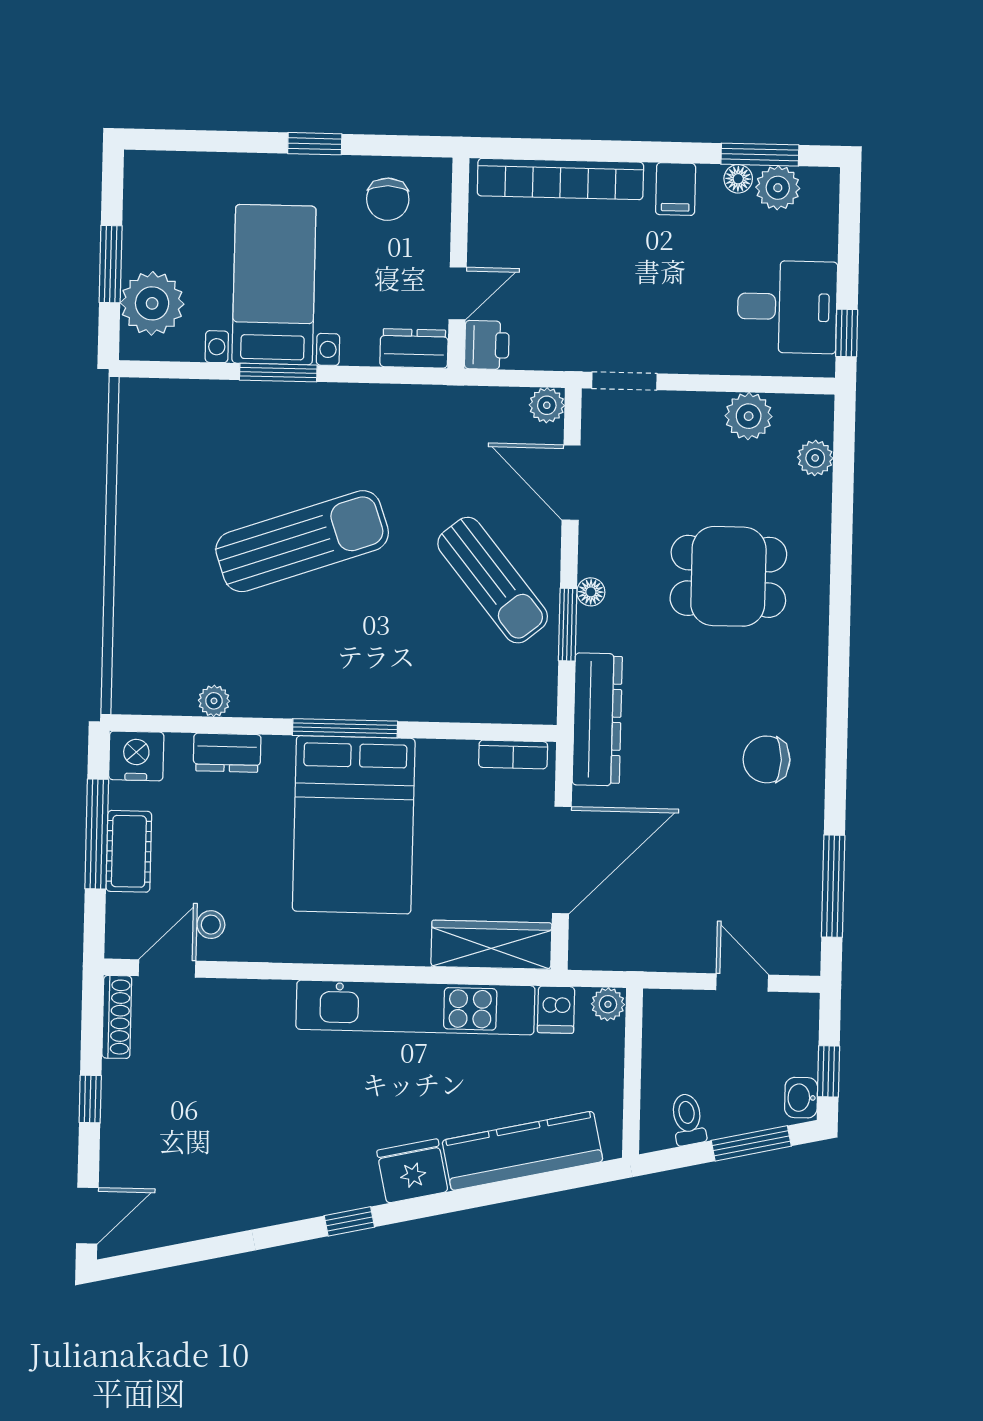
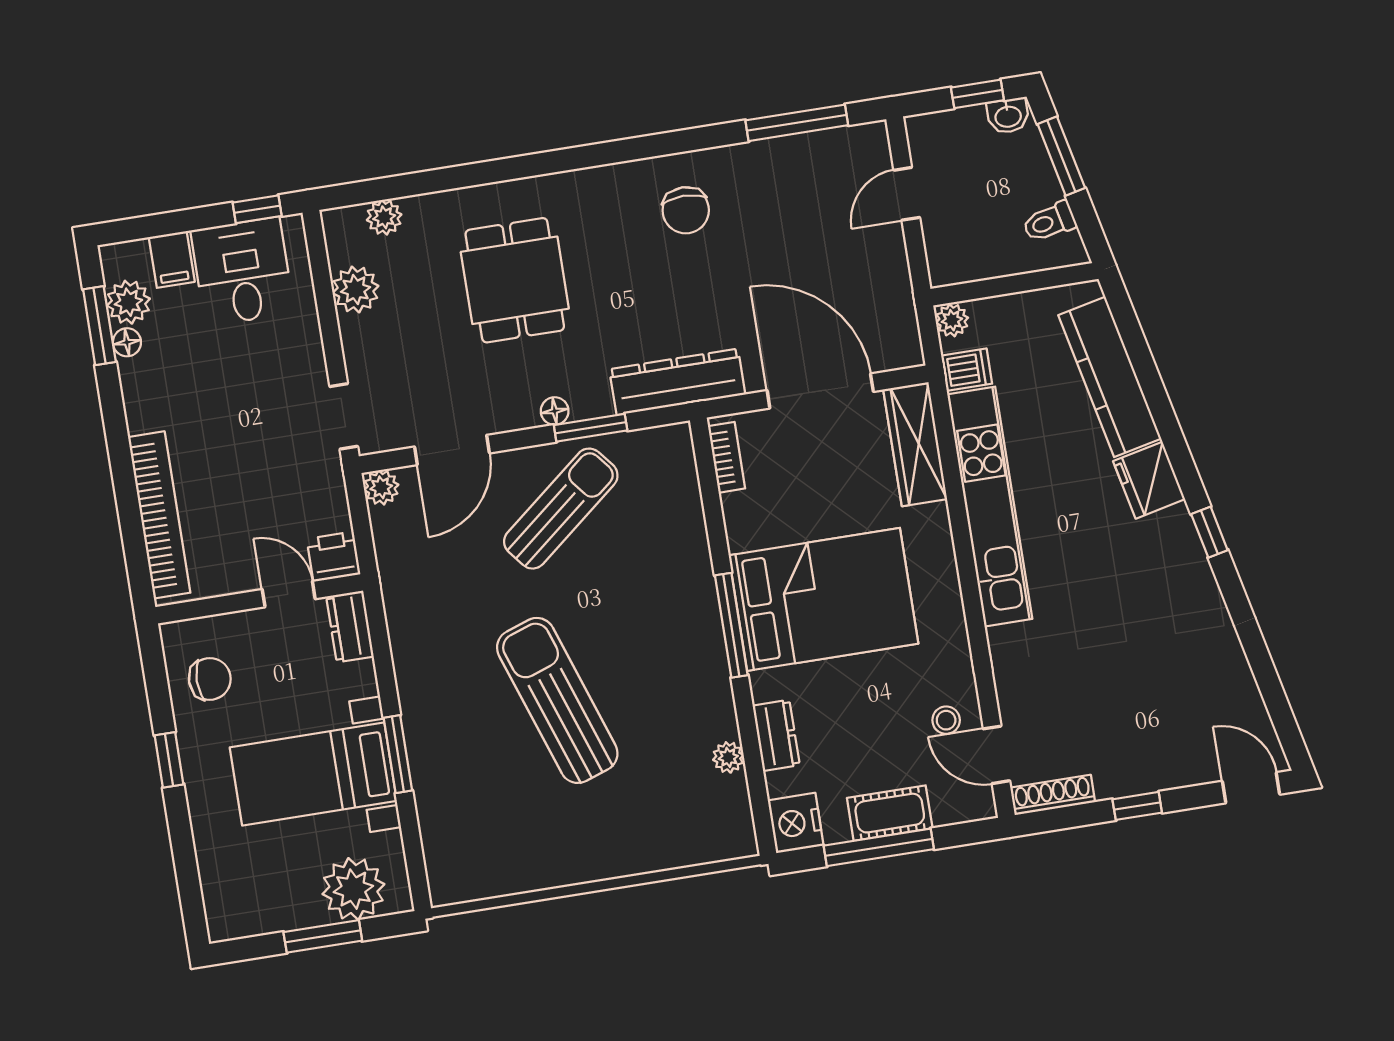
filing cabinet: (676, 189) -> (172, 259), moved, turned 90

